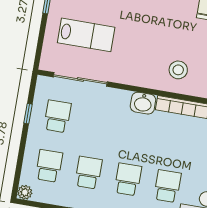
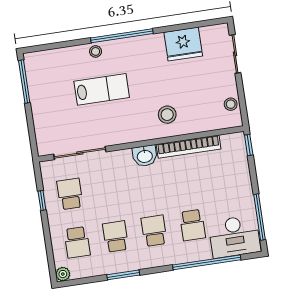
lab bench: (86, 35) -> (102, 89), moved
school desk: (49, 166) -> (77, 242), turned 180
school desk: (167, 186) -> (192, 225), turned 180

